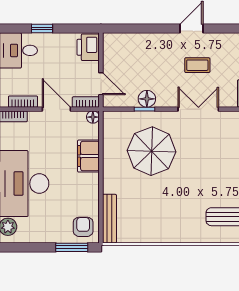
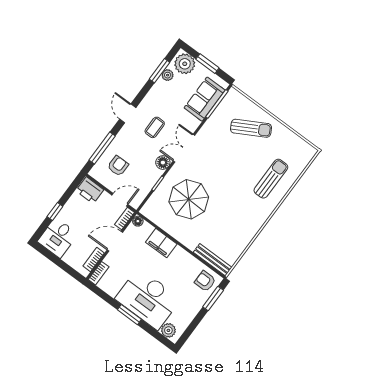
window: (139, 28) -> (102, 148), added
armchair: (133, 57) -> (118, 166), added
floor lamp: (147, 99) -> (163, 163), moved

